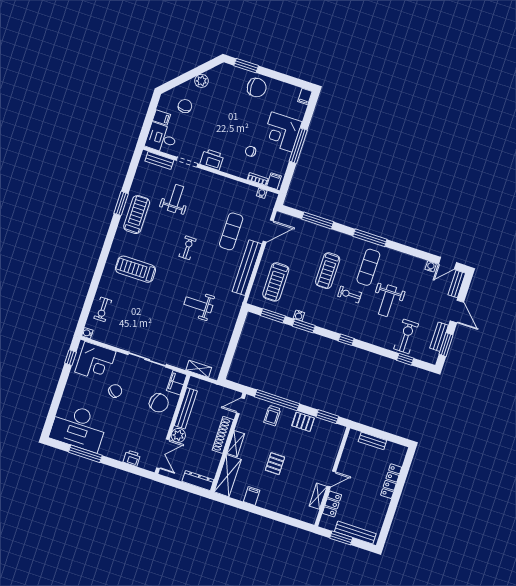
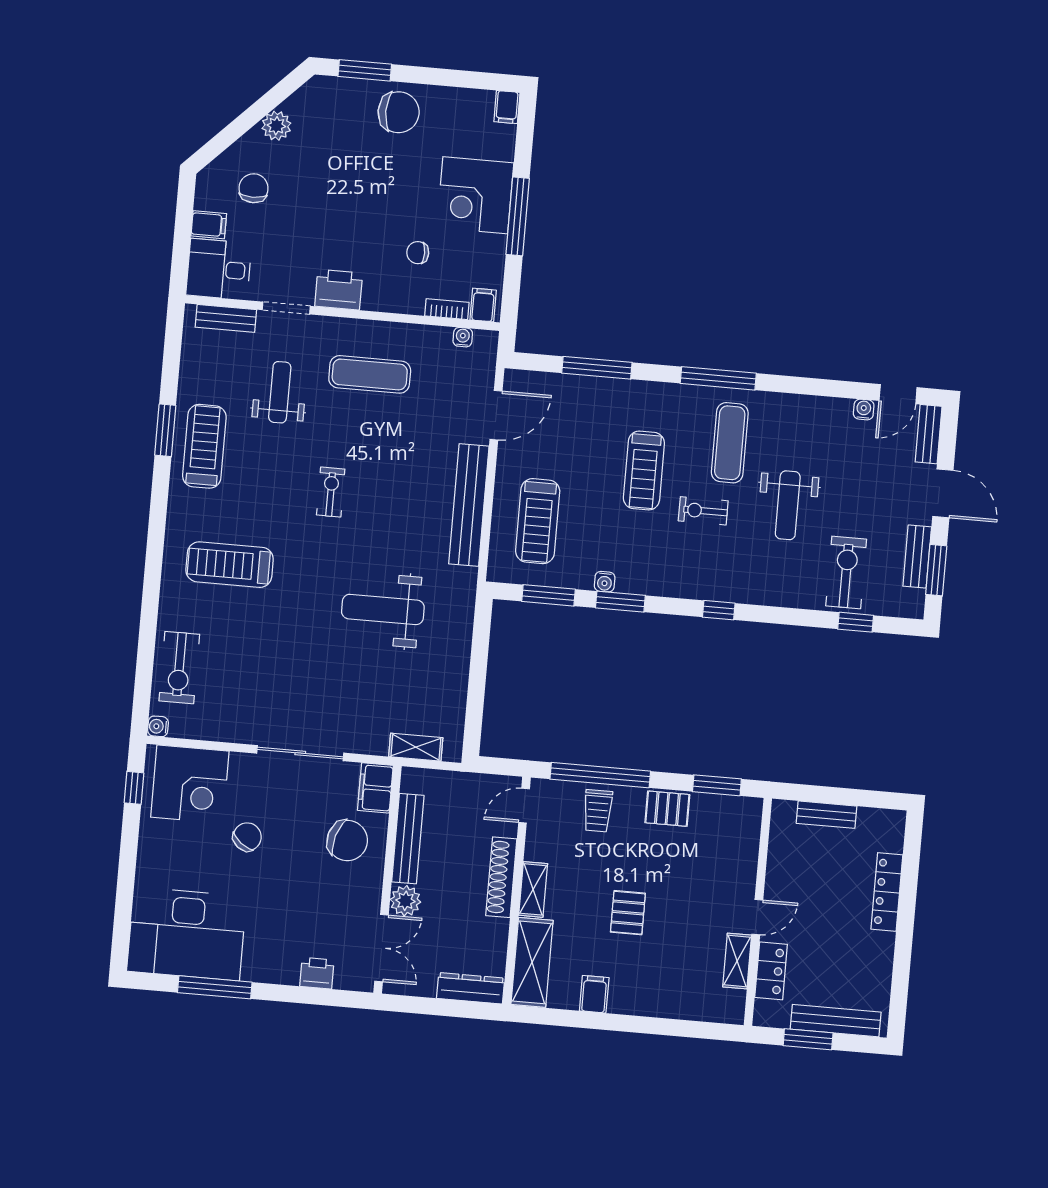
exercise mat: (231, 231) -> (370, 374), moved, turned 90
weight bench: (198, 305) -> (383, 609), width x1.36, depth x1.33
exercise bike: (103, 309) -> (179, 668), width x1.38, depth x1.39

